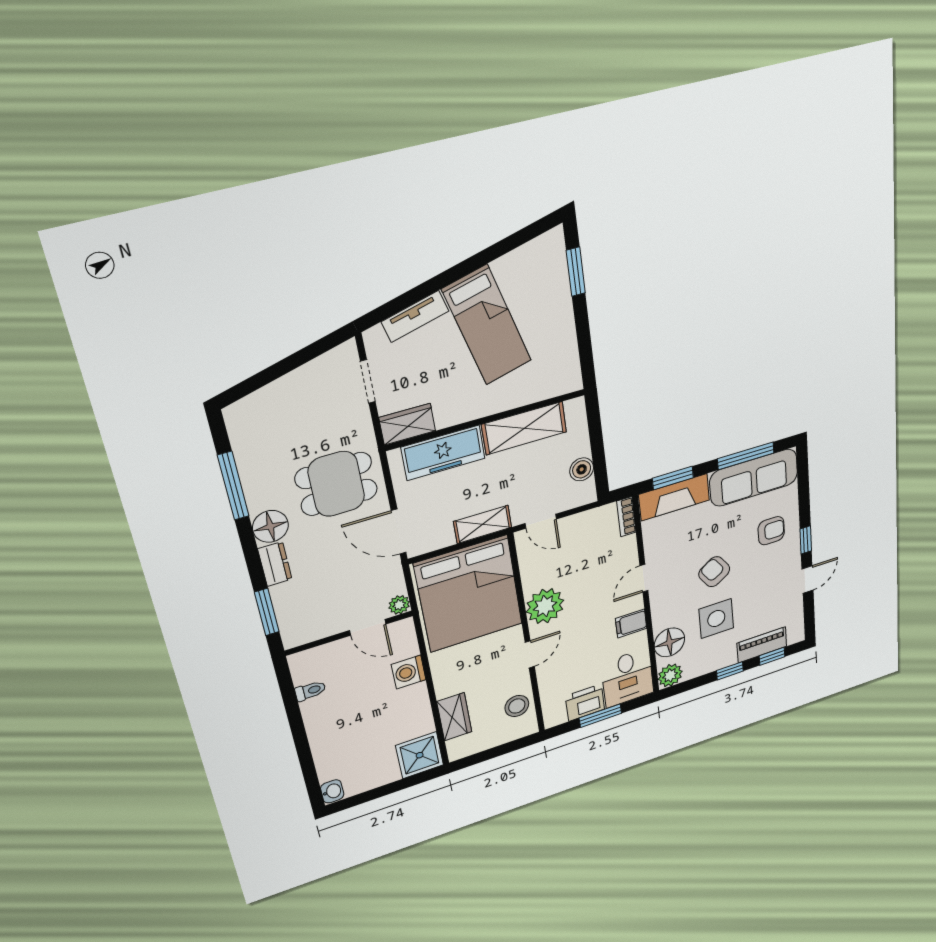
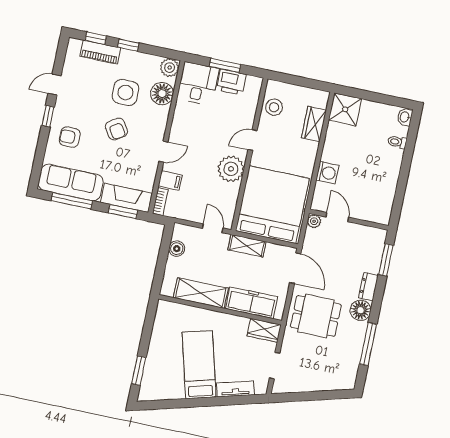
filing cabinet: (631, 623) -> (170, 180), moved
toilet: (310, 691) -> (397, 142), moved

